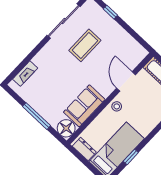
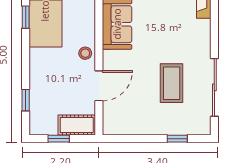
door: (126, 81) -> (99, 86), hinge flipped

